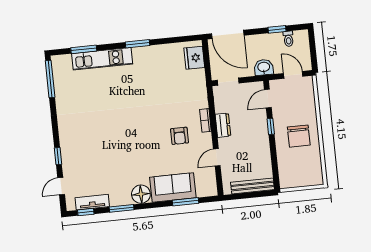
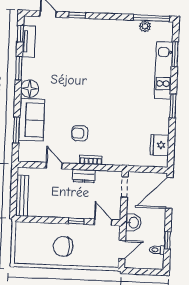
fridge: (194, 58) -> (160, 145), moved, turned -90
plant: (60, 84) -> (145, 26), added

